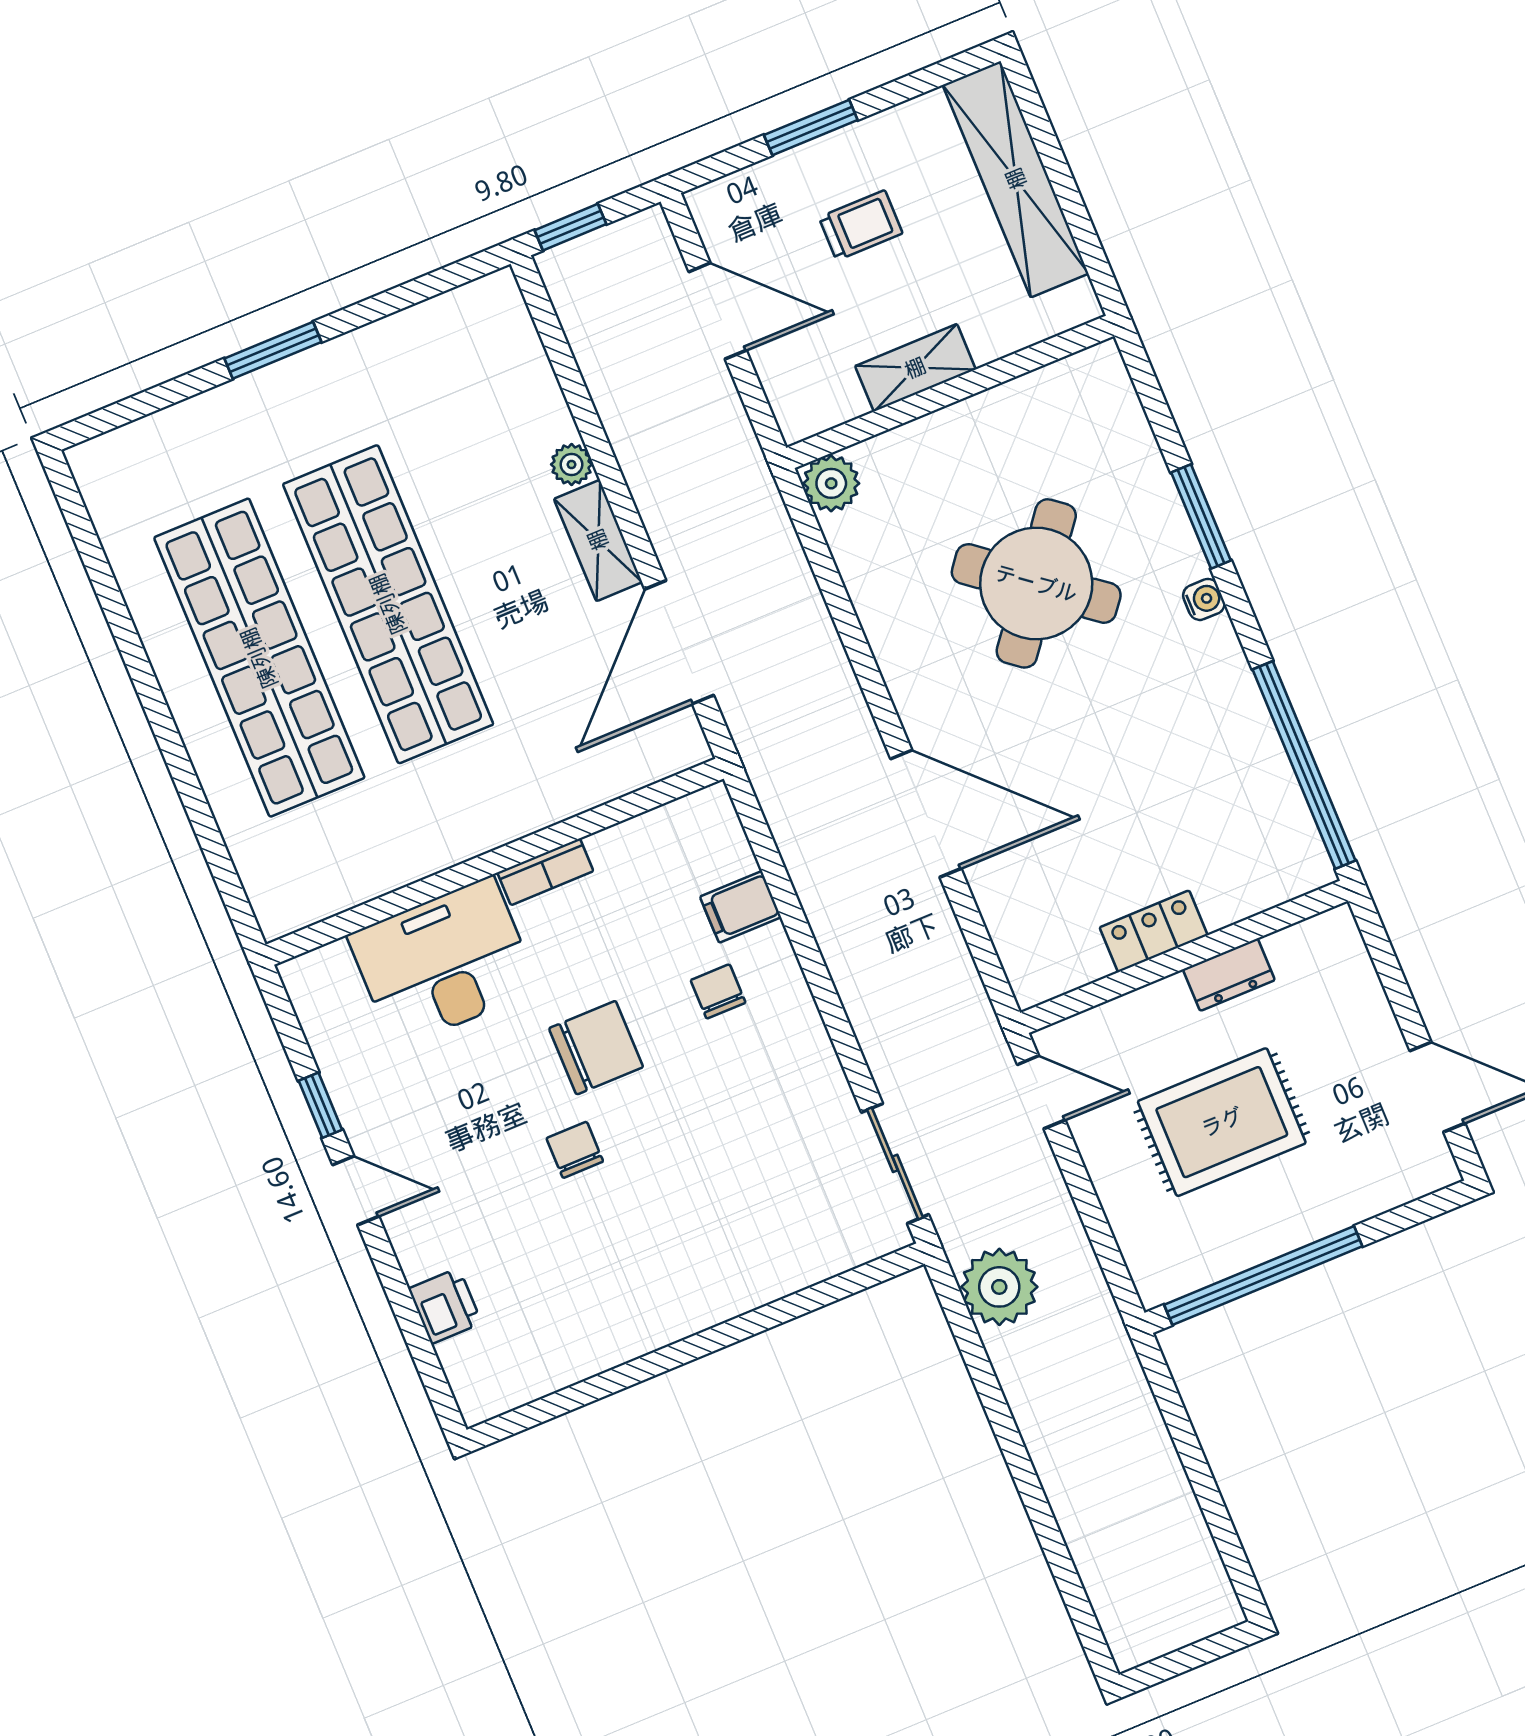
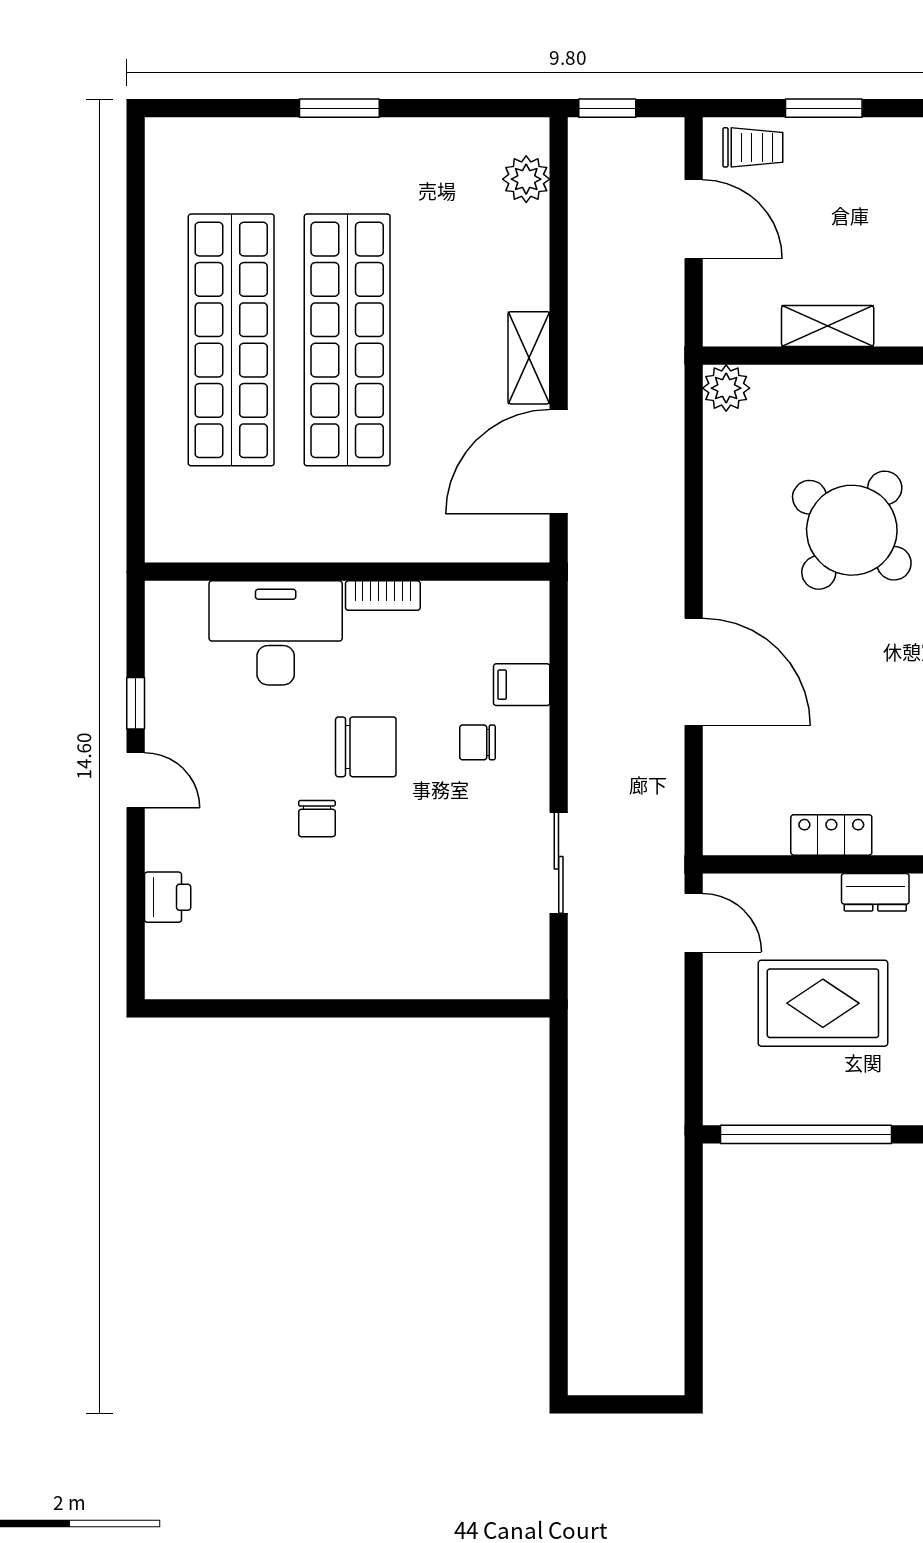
trolley: (861, 225) -> (753, 147), moved
plant: (572, 464) -> (526, 179), moved, width x1.38, depth x1.38
chair: (718, 991) -> (477, 742), turned -90
chair: (575, 1150) -> (317, 819), turned 180
sliding door: (895, 1163) -> (559, 863), moved
plant: (999, 1287) -> (600, 1059), removed

